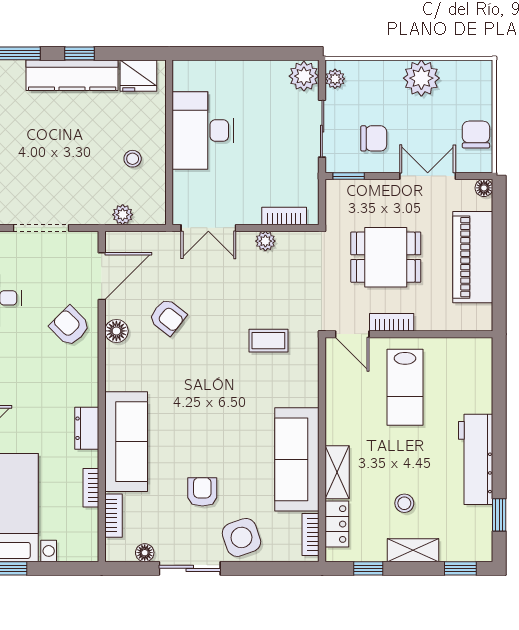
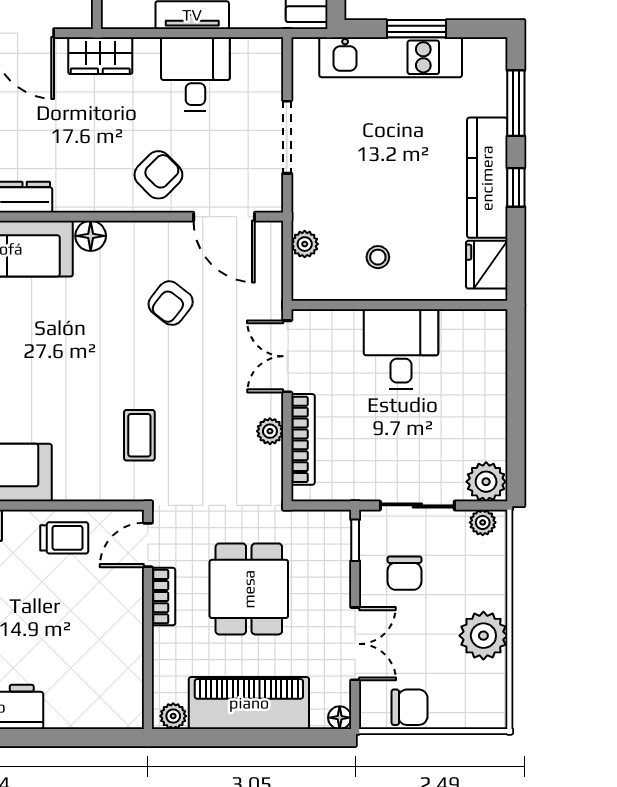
desk: (203, 131) -> (401, 349), width x0.73
bookcase: (284, 216) -> (303, 439), width x1.56
plant: (483, 315) -> (173, 716), added
floor lamp: (116, 331) -> (91, 236), moved
lab bench: (405, 387) -> (78, 614), removed
trolley: (347, 398) -> (64, 538), added

